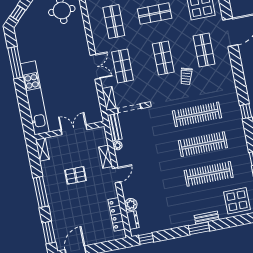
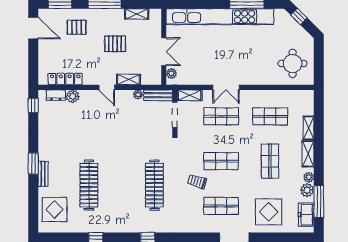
kitchen unit: (35, 98) -> (220, 17), width x1.36
plant: (92, 119) -> (171, 73), added
clothes rail: (203, 144) -> (122, 185), removed
shelving: (42, 150) -> (137, 14), moved
pallet: (76, 175) -> (115, 44), turned 90
pallet: (67, 213) -> (77, 27), added

